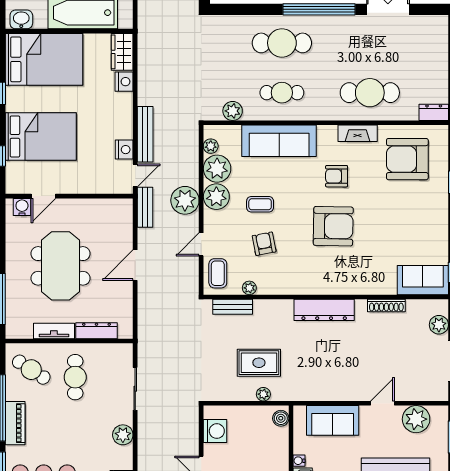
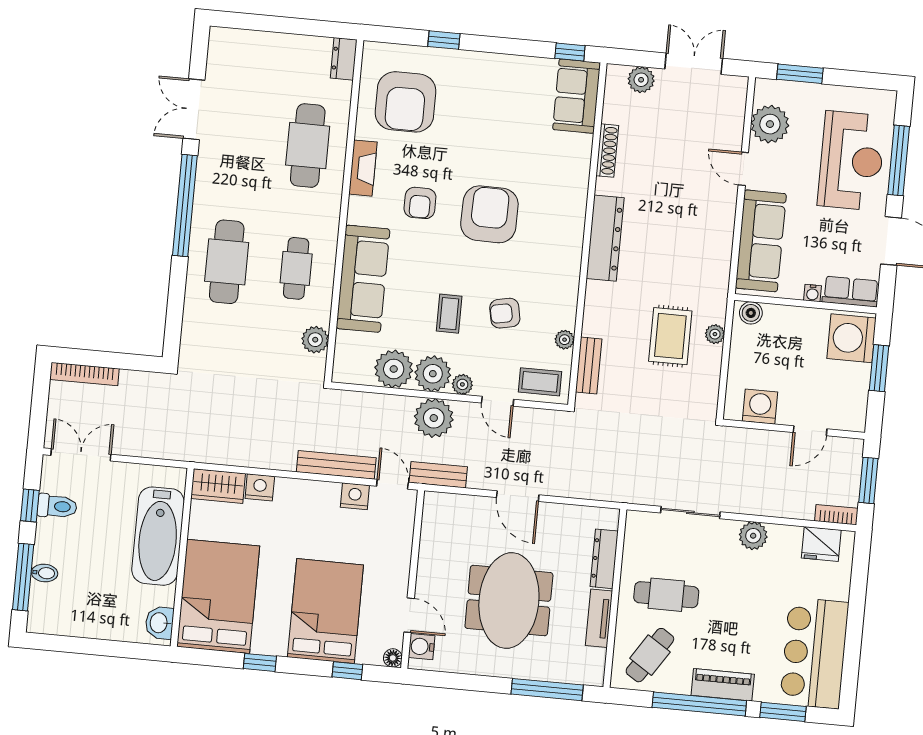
plant: (211, 146) -> (462, 384), moved
floor lamp: (12, 187) -> (393, 658), added
meeting table: (61, 266) -> (509, 601), turned 90
sofa: (333, 420) -> (761, 241), width x1.36

